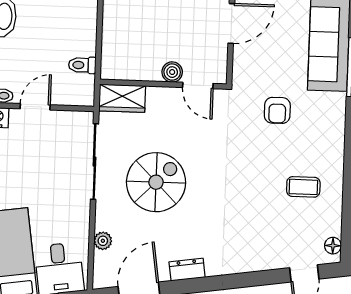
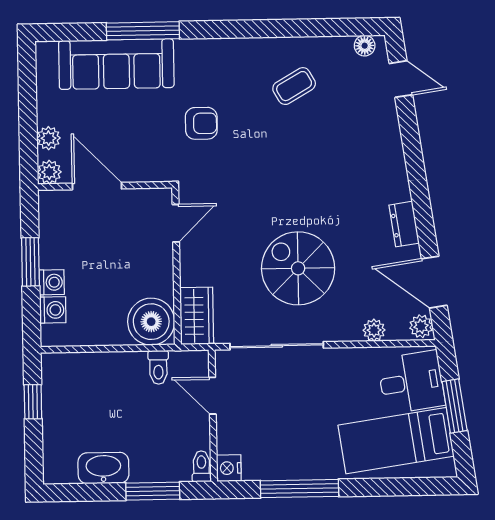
boiler: (172, 72) -> (151, 322), moved, width x1.86, depth x1.86
door: (35, 107) -> (212, 396), moved
coffee table: (303, 187) -> (294, 86), turned 60
plant: (104, 279) -> (421, 326), added

